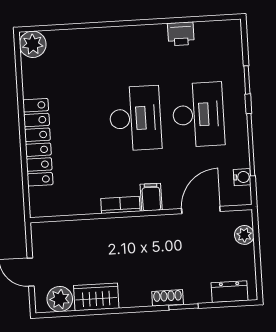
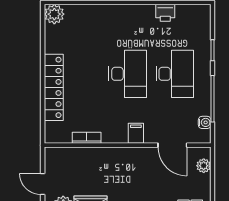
bookcase: (120, 205) -> (87, 138), moved
door: (201, 210) -> (172, 145), swing flipped

